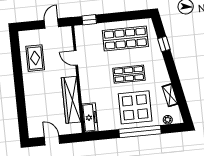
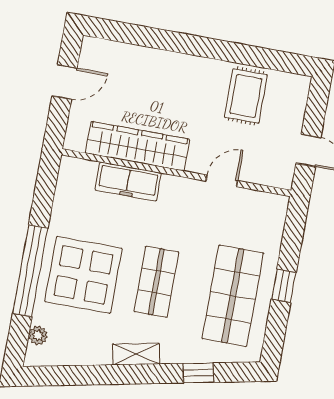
window: (89, 20) -> (284, 286), moved
rug: (35, 58) -> (246, 96), turned 90
shelving: (170, 95) -> (136, 354), moved
freezer: (90, 118) -> (128, 181), moved

